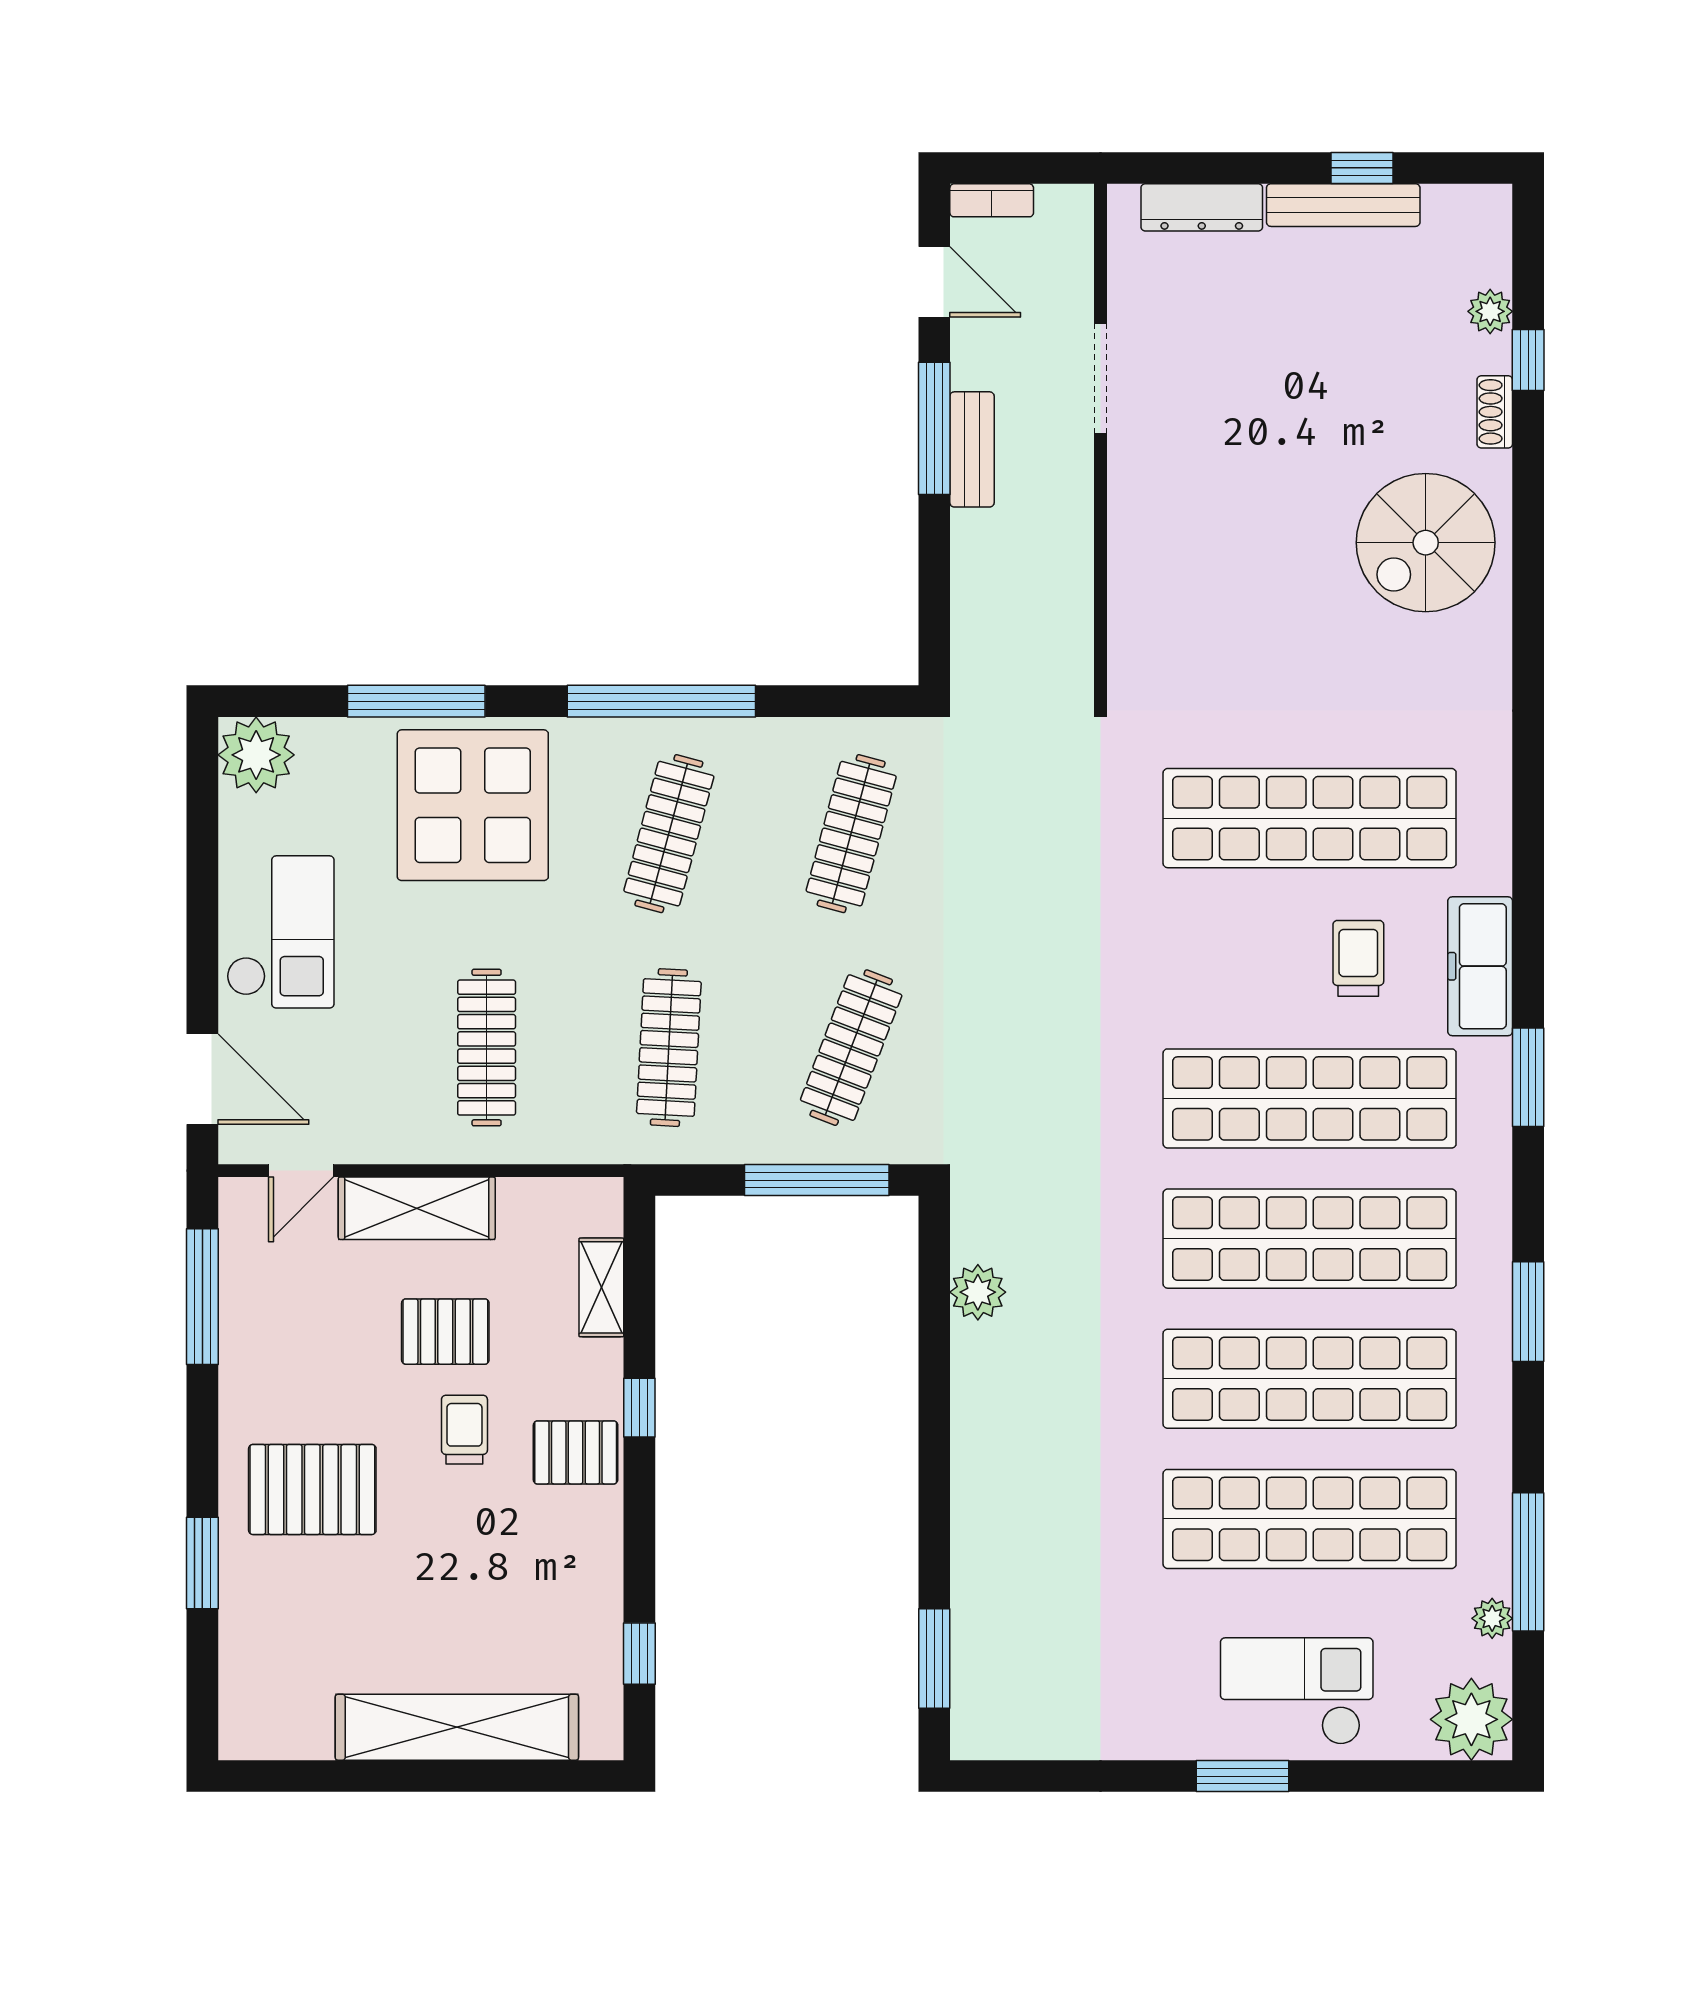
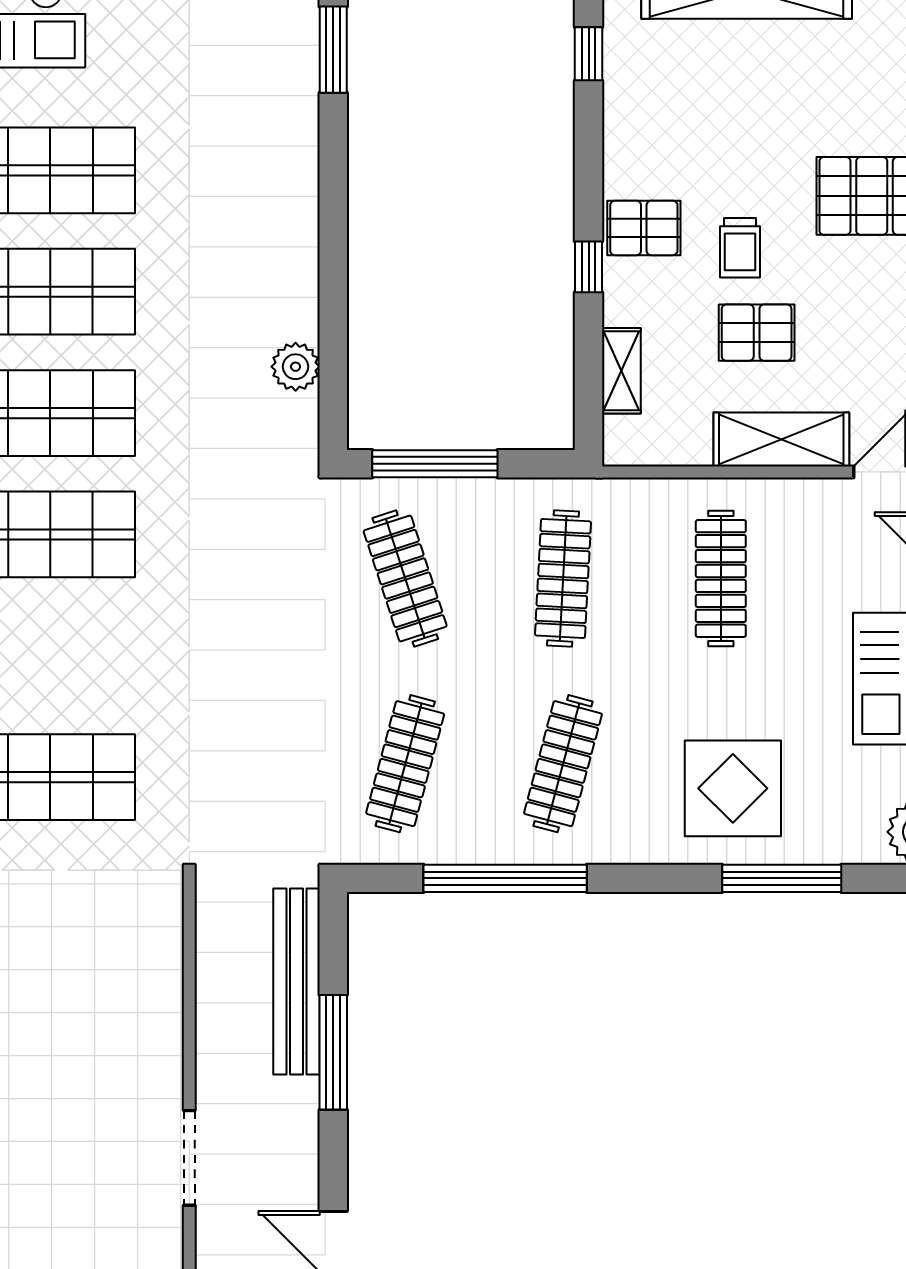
window: (934, 428) -> (333, 1052), moved
bench: (972, 449) -> (296, 981), moved, width x1.86, depth x1.21
window: (661, 701) -> (505, 878), moved
display table: (473, 805) -> (733, 788), width x0.73, depth x0.73
clothes rail: (851, 1048) -> (405, 578), turned -39

